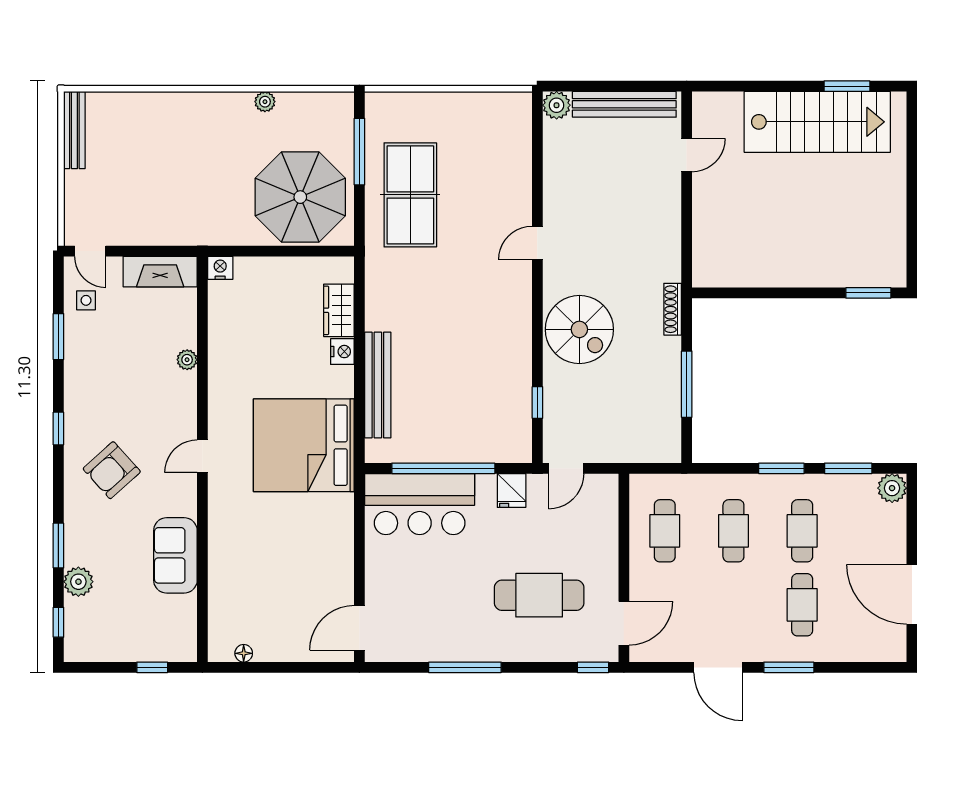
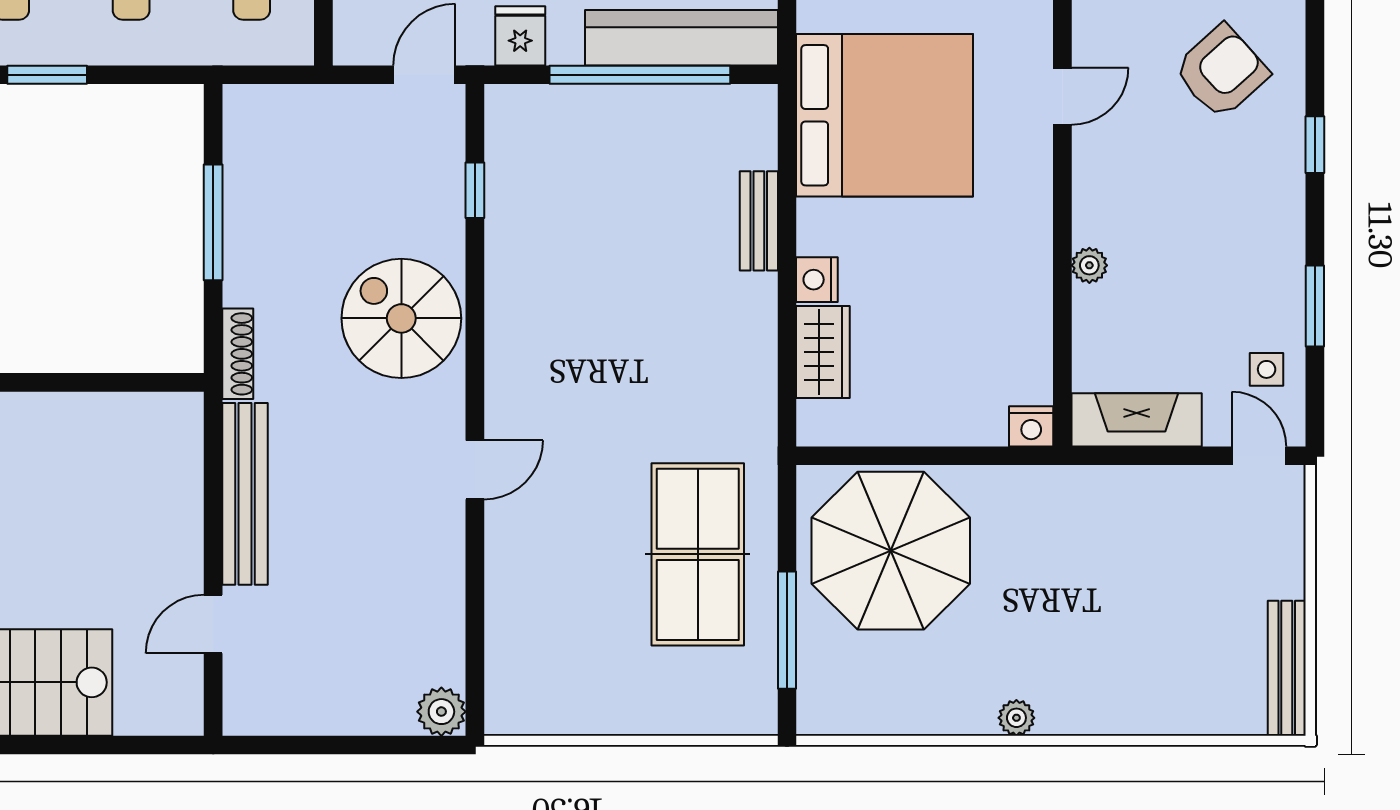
plant: (265, 102) -> (1016, 718), moved
bench: (624, 104) -> (245, 494), moved, turned 90
bench: (378, 385) -> (759, 221), width x0.54, depth x0.82

